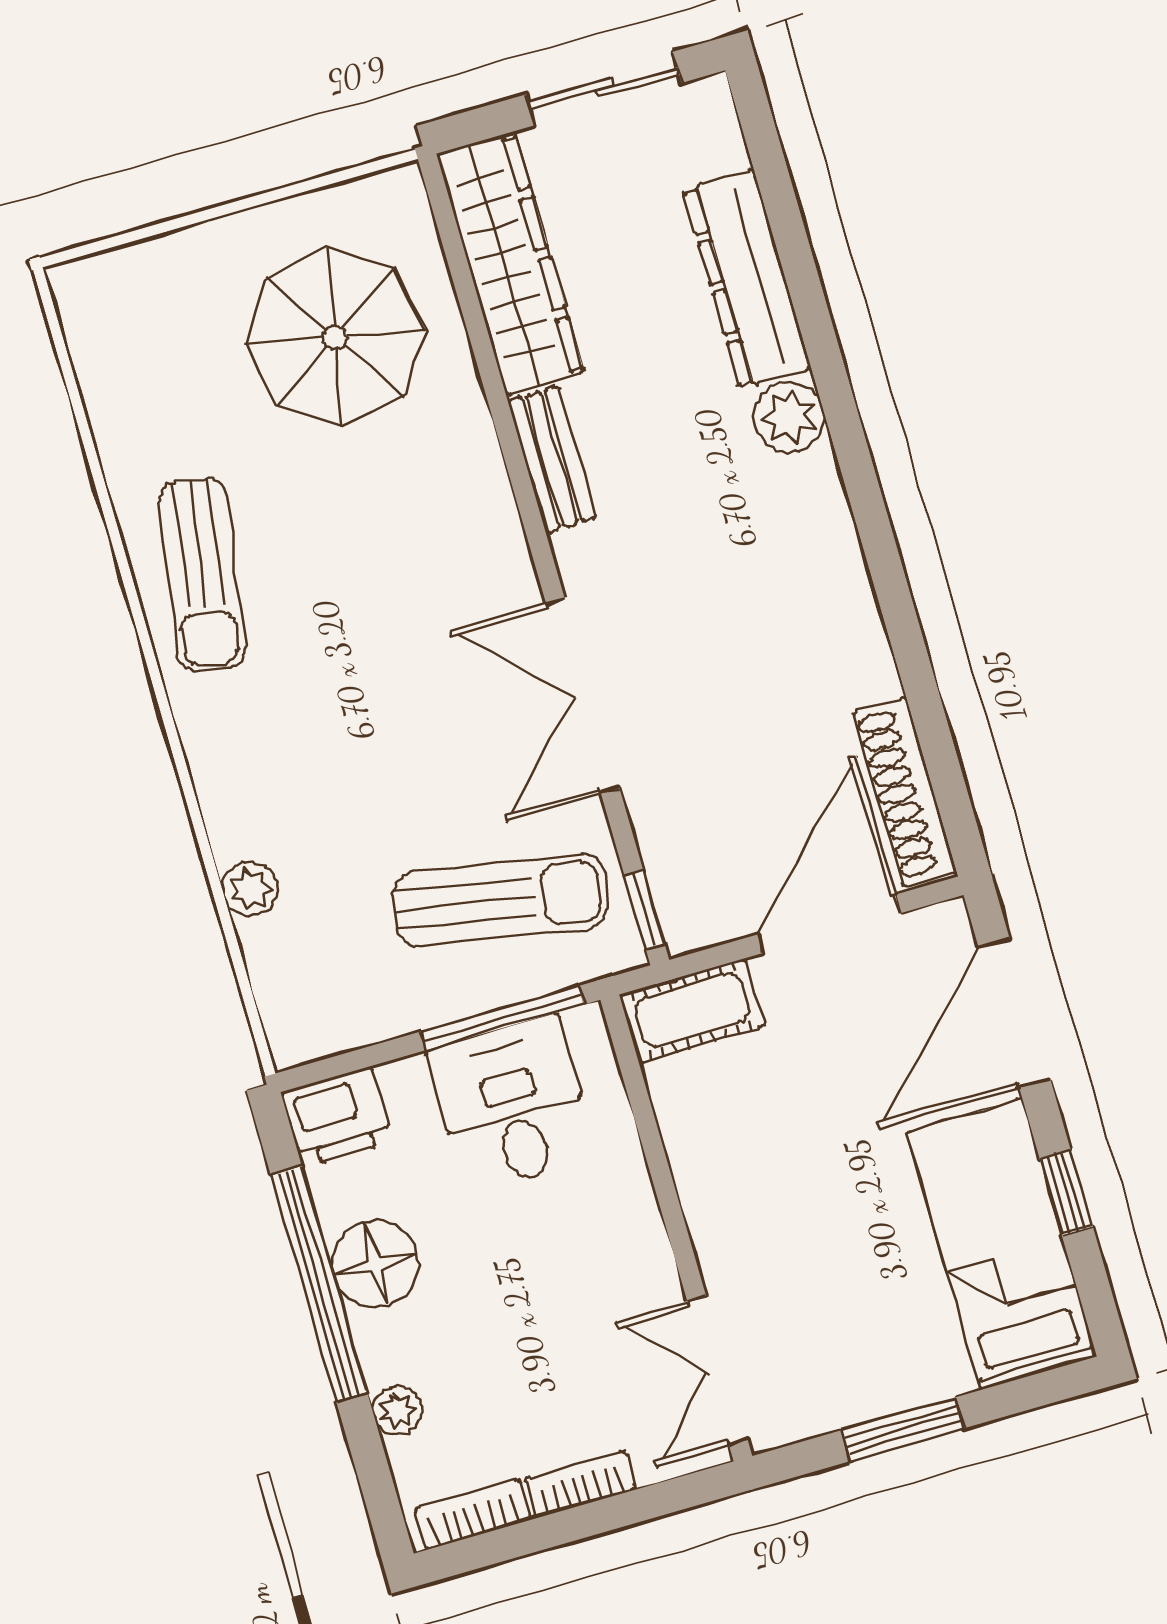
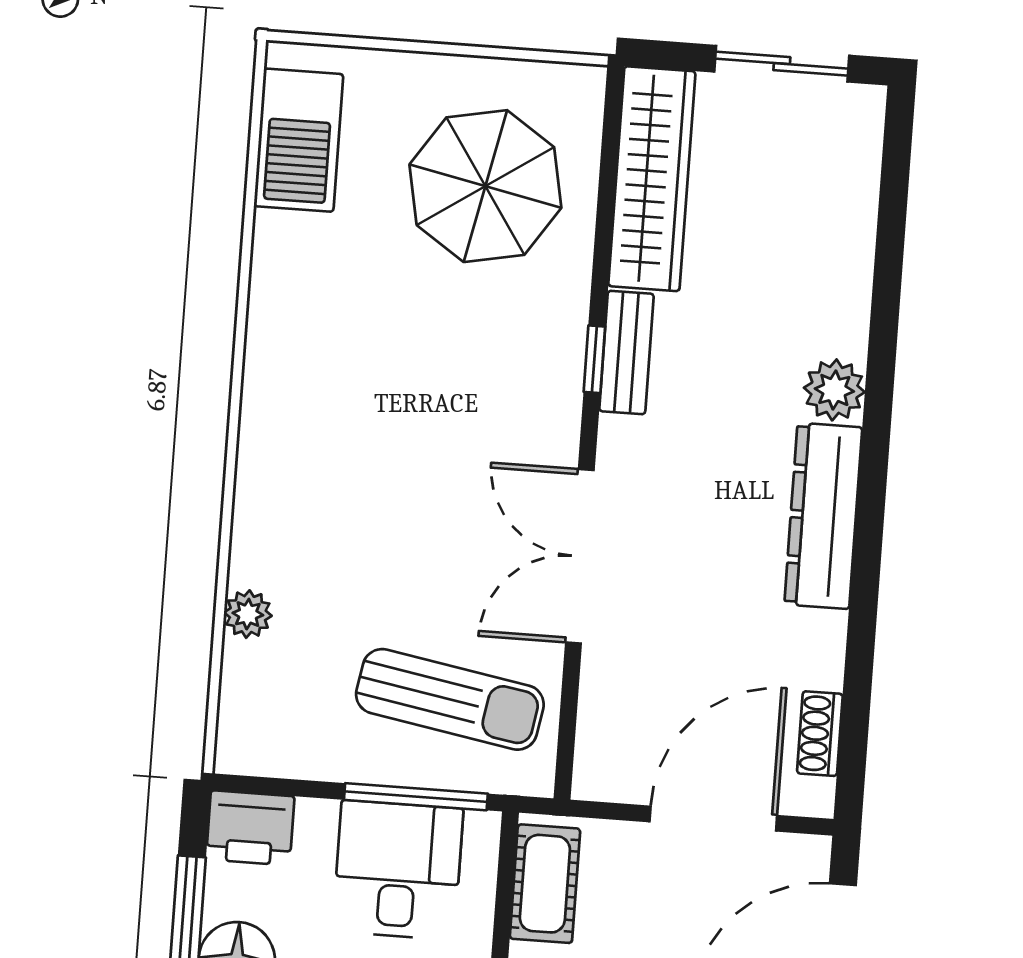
dresser: (747, 279) -> (823, 516), moved
barbecue: (117, 362) -> (299, 140), added
sun lounger: (202, 575) -> (304, 341), removed
shoe rack: (905, 792) -> (820, 734), width x0.51, depth x0.81
window: (644, 910) -> (594, 359), moved
cot: (692, 1010) -> (545, 884), moved, turned 90

